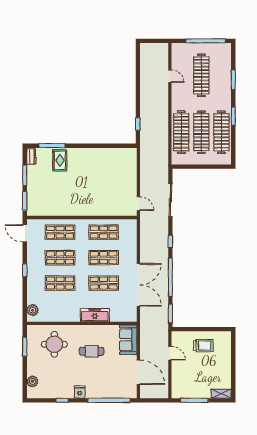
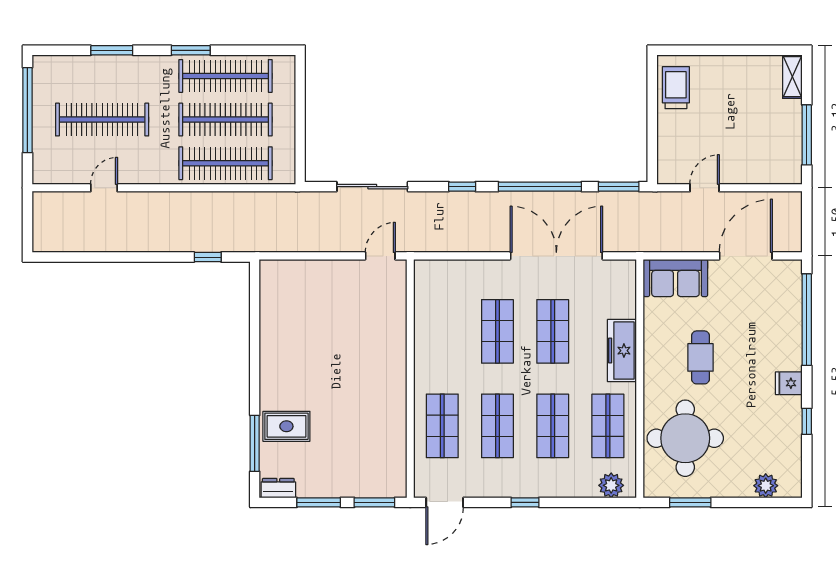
shop shelf: (104, 232) -> (608, 426), moved
round table: (54, 344) -> (685, 438), width x1.36, depth x1.36
trolley: (203, 346) -> (676, 88), moved

